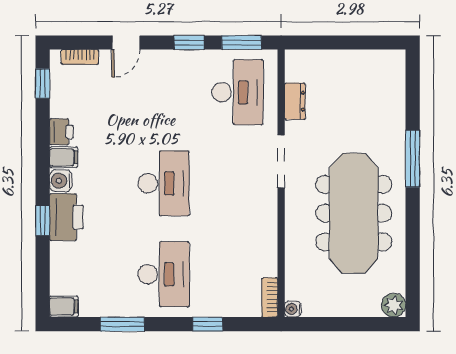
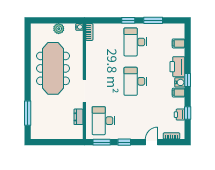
window: (43, 83) -> (188, 113), moved
printer: (61, 132) -> (179, 115), moved
window: (413, 159) -> (28, 113), moved
window: (43, 221) -> (188, 80), moved
plant: (394, 305) -> (59, 29), moved
filing cabinet: (64, 307) -> (178, 43), moved
window: (208, 324) -> (128, 20), moved

